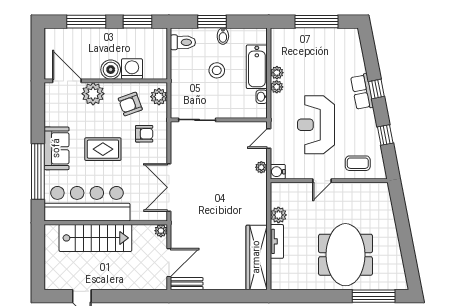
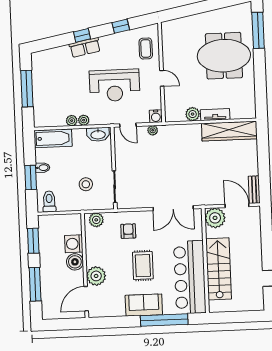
bathtub: (257, 67) -> (53, 138), moved
stool: (217, 70) -> (86, 184), moved
washbasin: (262, 97) -> (98, 134), width x1.91, depth x1.45
armchair: (130, 104) -> (104, 244), removed
plant: (161, 231) -> (215, 218), width x1.88, depth x1.88

